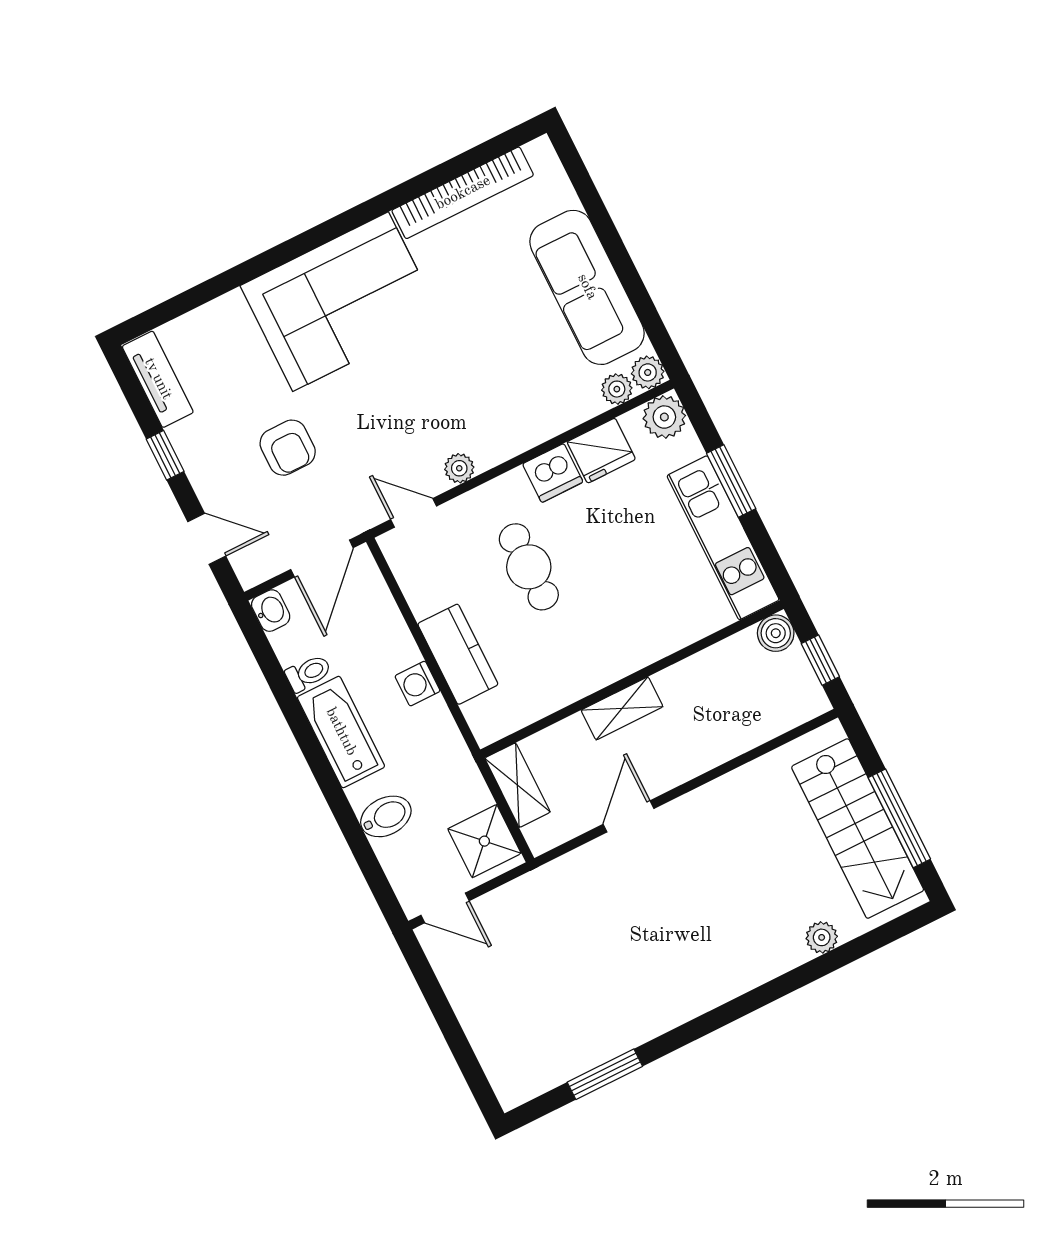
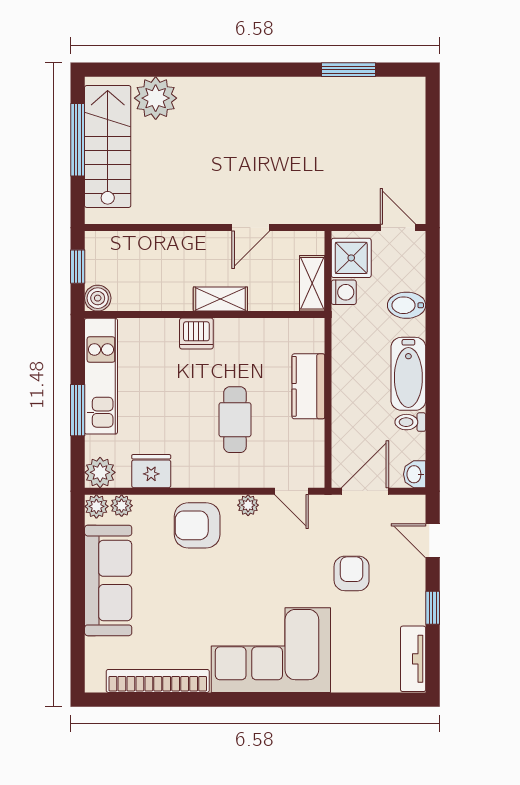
armchair: (510, 411) -> (197, 525), added
dishwasher: (553, 473) -> (196, 333), moved, turned 180
washing machine: (417, 684) -> (344, 292), moved
plant: (822, 937) -> (156, 98), width x1.87, depth x1.87

